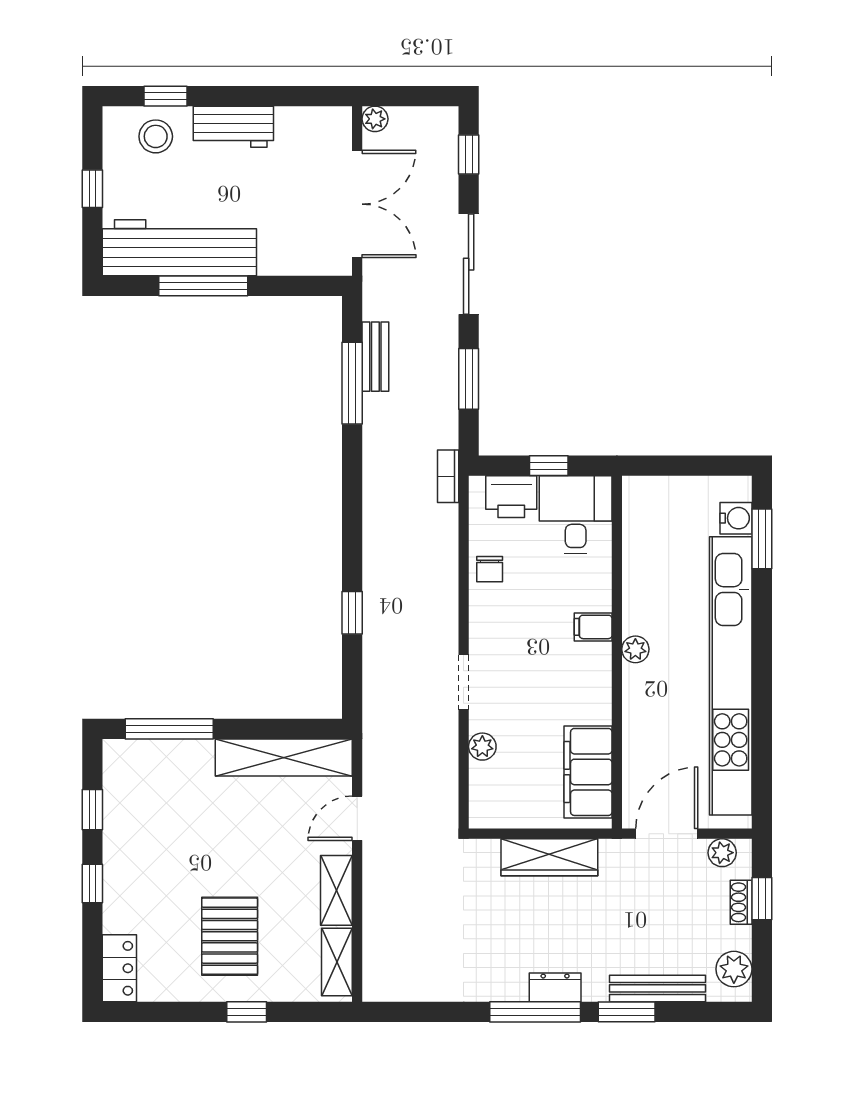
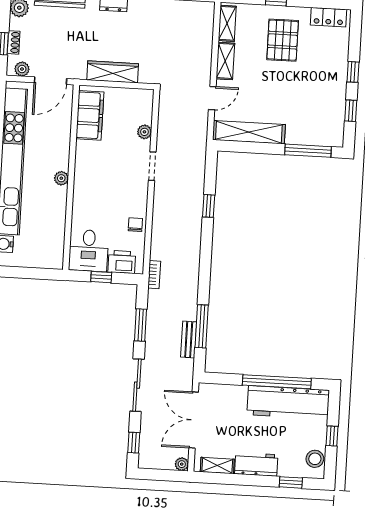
shelving: (307, 120) -> (217, 465), added
stool: (156, 136) -> (315, 459), moved
window: (203, 286) -> (277, 382), width x1.46
filing cabinet: (593, 627) -> (83, 191), removed
locker: (119, 968) -> (329, 17), moved, turned -90

